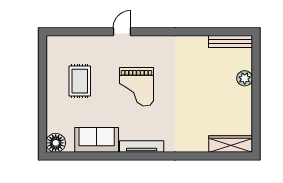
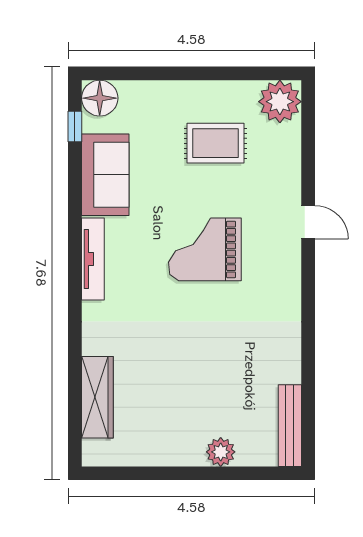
plant: (58, 47) -> (280, 102), added
wardrobe: (231, 144) -> (97, 397), moved
window: (71, 156) -> (75, 127), added

